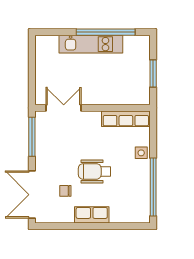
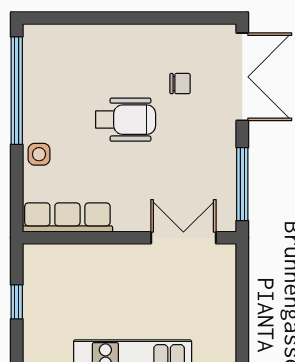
window: (153, 73) -> (17, 302), width x0.67
double door: (64, 108) -> (183, 238), swing flipped
row of seats: (92, 215) -> (131, 39), removed

